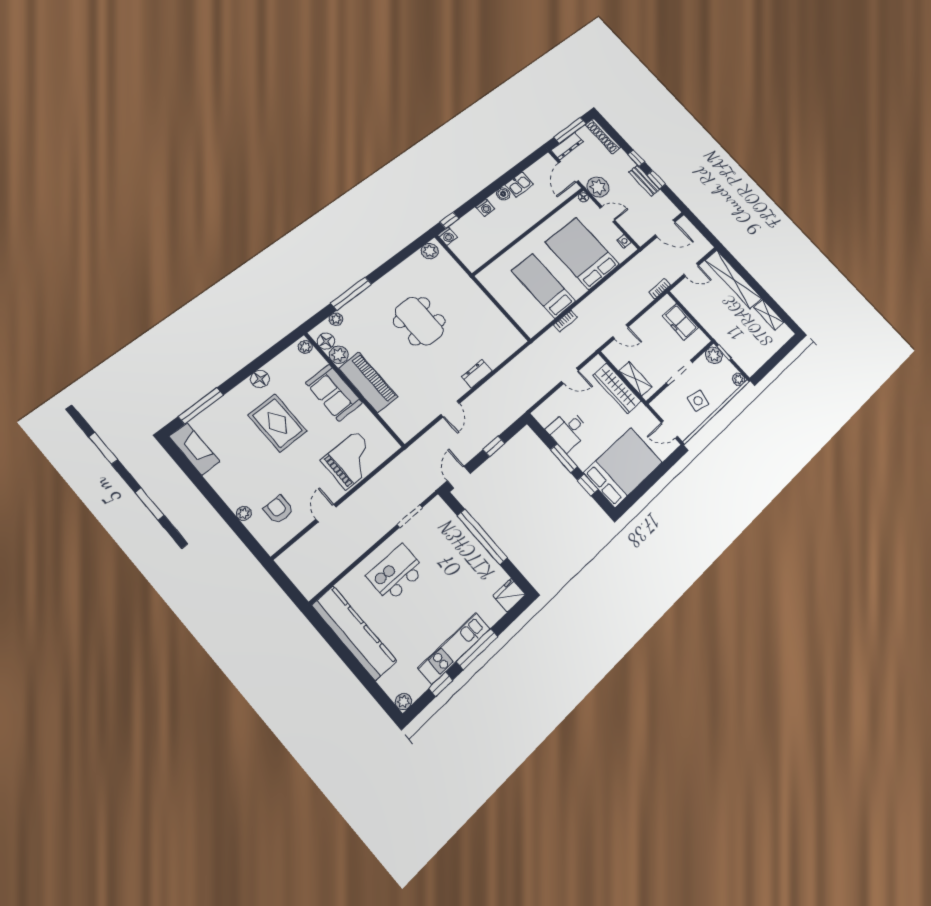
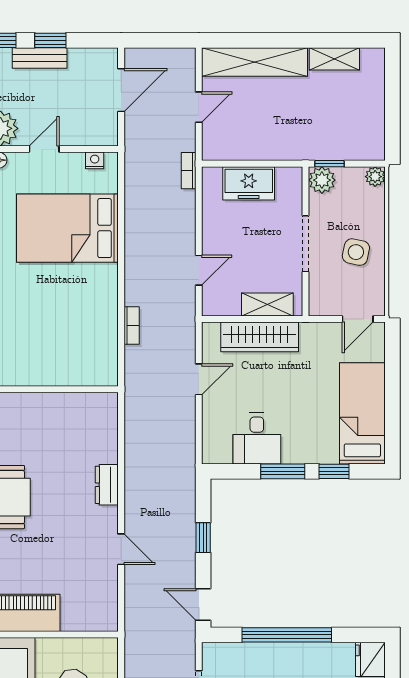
bed: (543, 286) -> (68, 314), removed
bed: (623, 467) -> (362, 413), width x0.67

